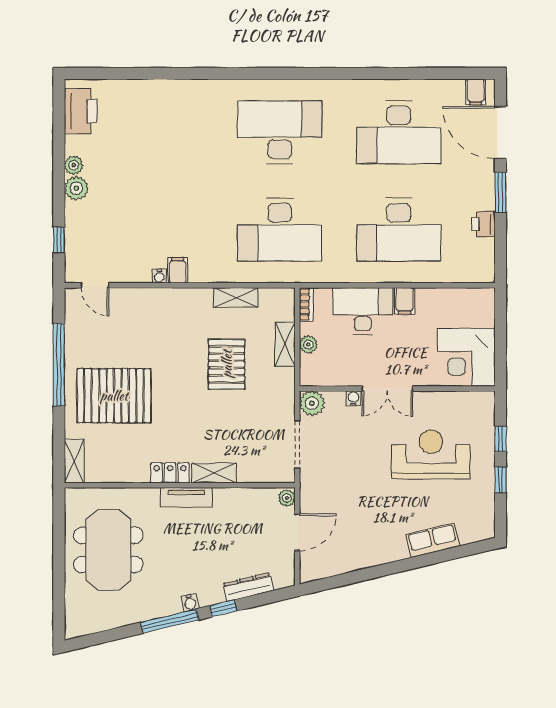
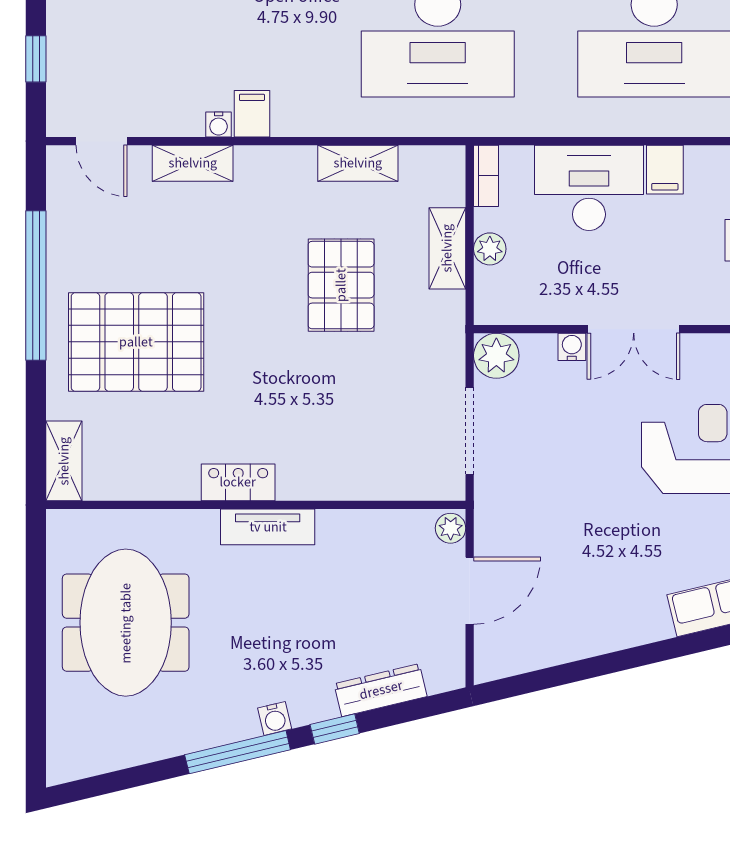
shelving: (214, 473) -> (193, 163), moved

